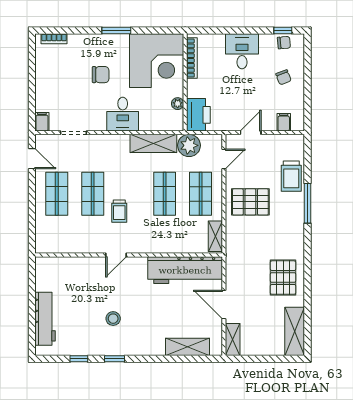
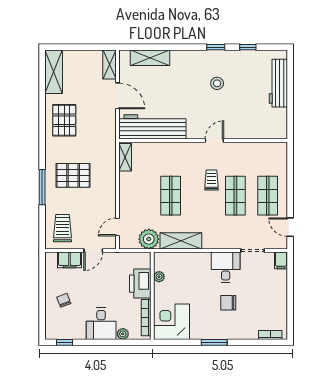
plant: (218, 40) -> (123, 334), added
chair: (284, 43) -> (63, 332), removed
corner desk: (157, 61) -> (171, 322), width x0.74, depth x0.74
desk: (123, 114) -> (226, 267), moved
printer: (198, 115) -> (140, 284), moved
filing cabinet: (284, 122) -> (70, 260), width x2.00
trolley: (291, 176) -> (63, 228), moved
shop shelf: (201, 194) -> (138, 196), removed
pallet: (250, 202) -> (73, 175), moved

